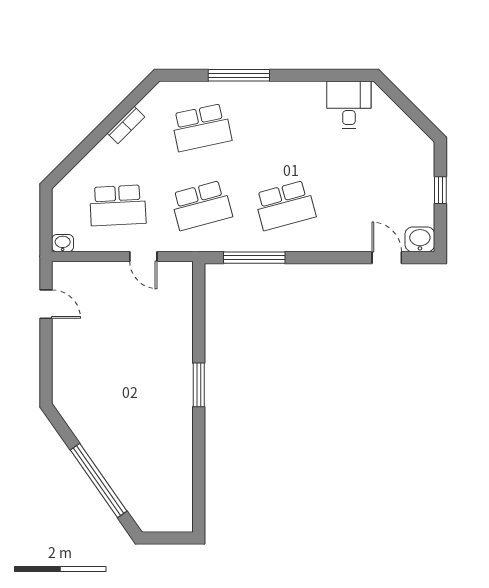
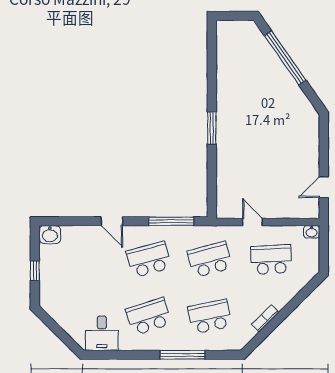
school desk: (285, 127) -> (149, 317), added
door: (387, 258) -> (112, 221), moved
door: (46, 304) -> (324, 187), hinge flipped

